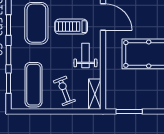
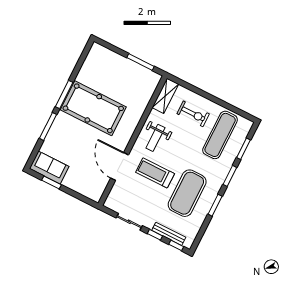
treadmill: (71, 27) -> (155, 173), turned 180
exercise bike: (64, 91) -> (193, 114), turned -69

